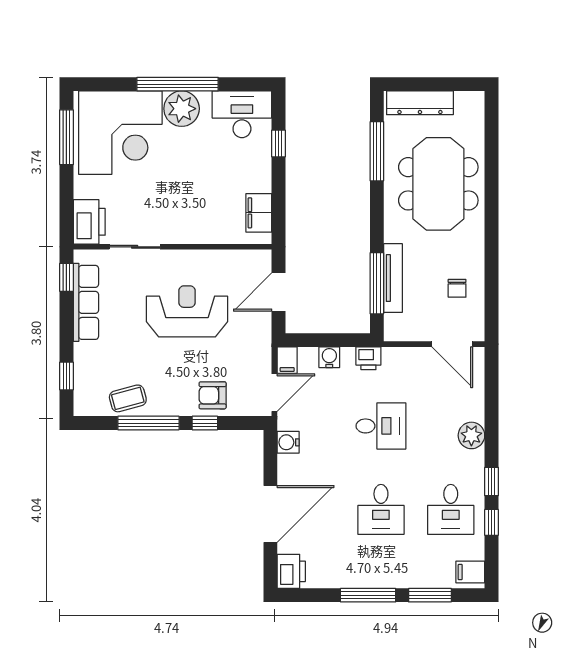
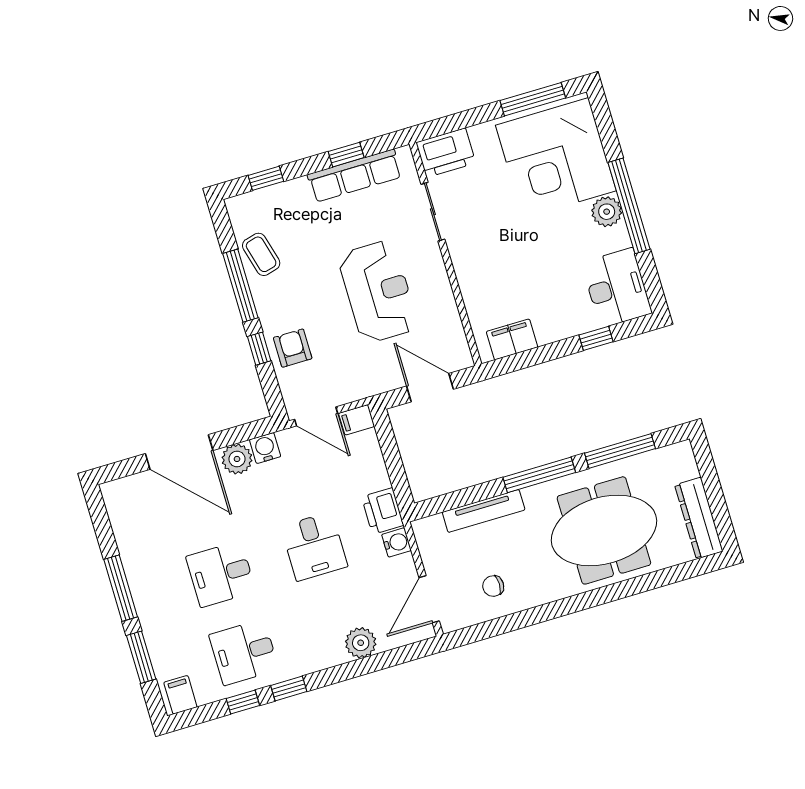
dresser: (420, 103) -> (699, 518), moved
plant: (182, 109) -> (607, 212), width x0.73, depth x0.73
window: (66, 277) -> (346, 155), moved
window: (377, 283) -> (539, 475), moved
water cooler: (329, 357) -> (397, 542), moved
printer: (368, 358) -> (383, 511), width x1.36, depth x1.24
plant: (471, 435) -> (361, 643), moved
plant: (290, 468) -> (237, 459), added
printer: (291, 571) -> (122, 494), removed

